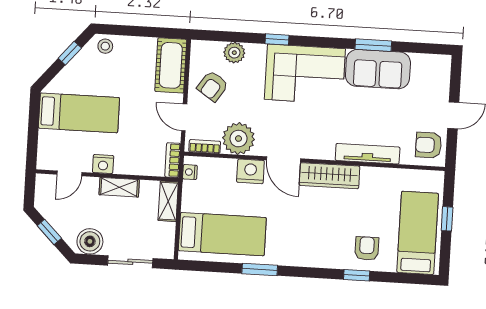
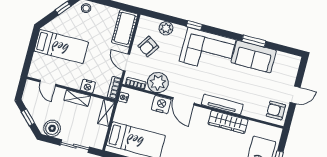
tv unit: (368, 154) -> (222, 104), moved
nightstand: (103, 164) -> (88, 86), moved
door: (69, 173) -> (48, 83), hinge flipped
wardrobe: (329, 176) -> (228, 122), moved

